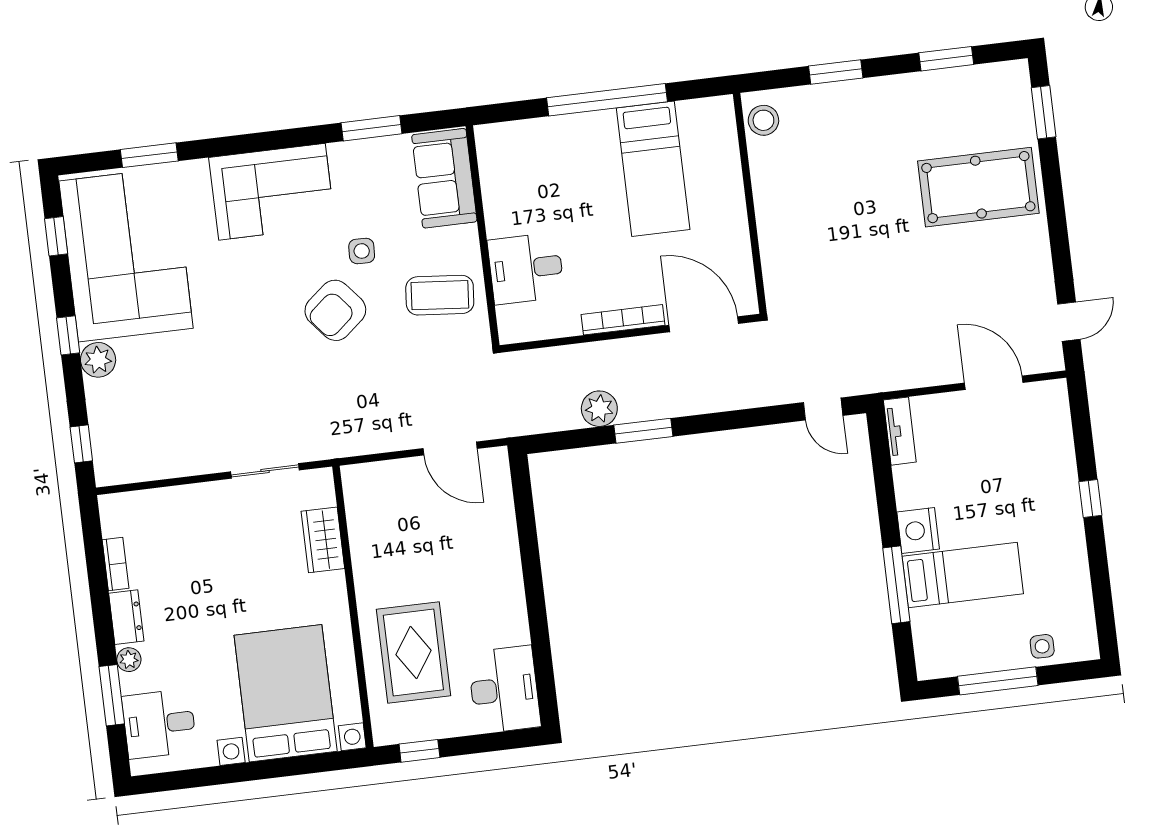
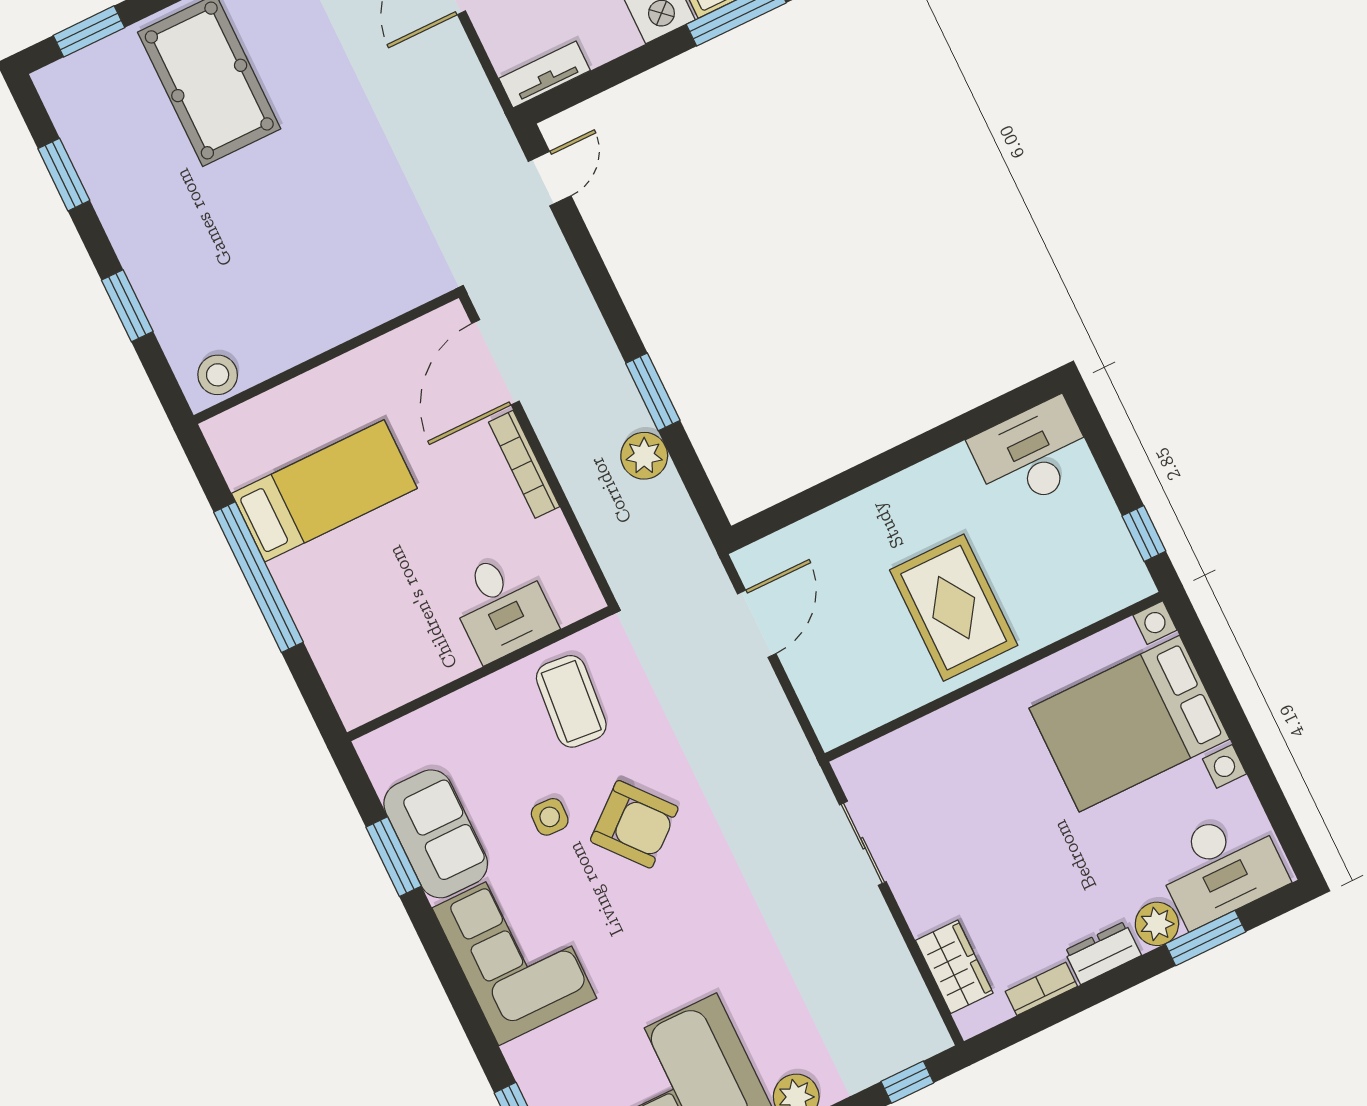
sofa: (444, 178) -> (436, 834), moved, turned -90
wardrobe: (323, 540) -> (954, 967), moved, turned -90
rug: (413, 652) -> (954, 608), moved, turned 90
plant: (129, 660) -> (1157, 924), width x1.38, depth x1.38
desk: (159, 724) -> (1221, 867), width x1.37

